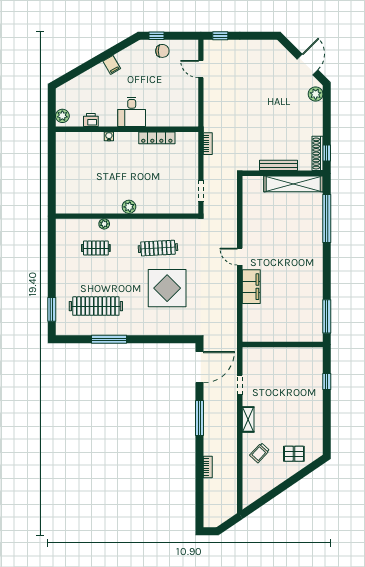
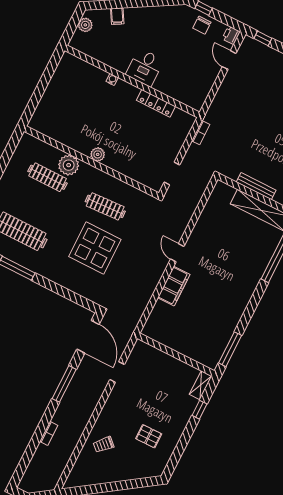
chair: (162, 51) -> (202, 25), turned 90
filing cabinet: (112, 65) -> (117, 16), moved
plant: (62, 116) -> (85, 25), moved
printer: (91, 120) -> (231, 35), moved, turned -90
plant: (104, 224) -> (69, 165), width x1.87, depth x1.87
clothes rail: (96, 248) -> (48, 177), width x1.36
door: (200, 367) -> (88, 337), hinge flipped
shelving: (248, 419) -> (201, 385), moved
pallet: (294, 454) -> (149, 436), moved

